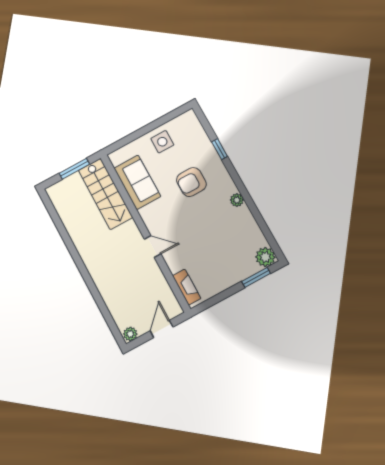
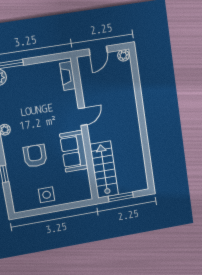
sofa: (137, 182) -> (74, 151), moved
armchair: (191, 182) -> (35, 156), turned -90
door: (153, 247) -> (83, 117), swing flipped

